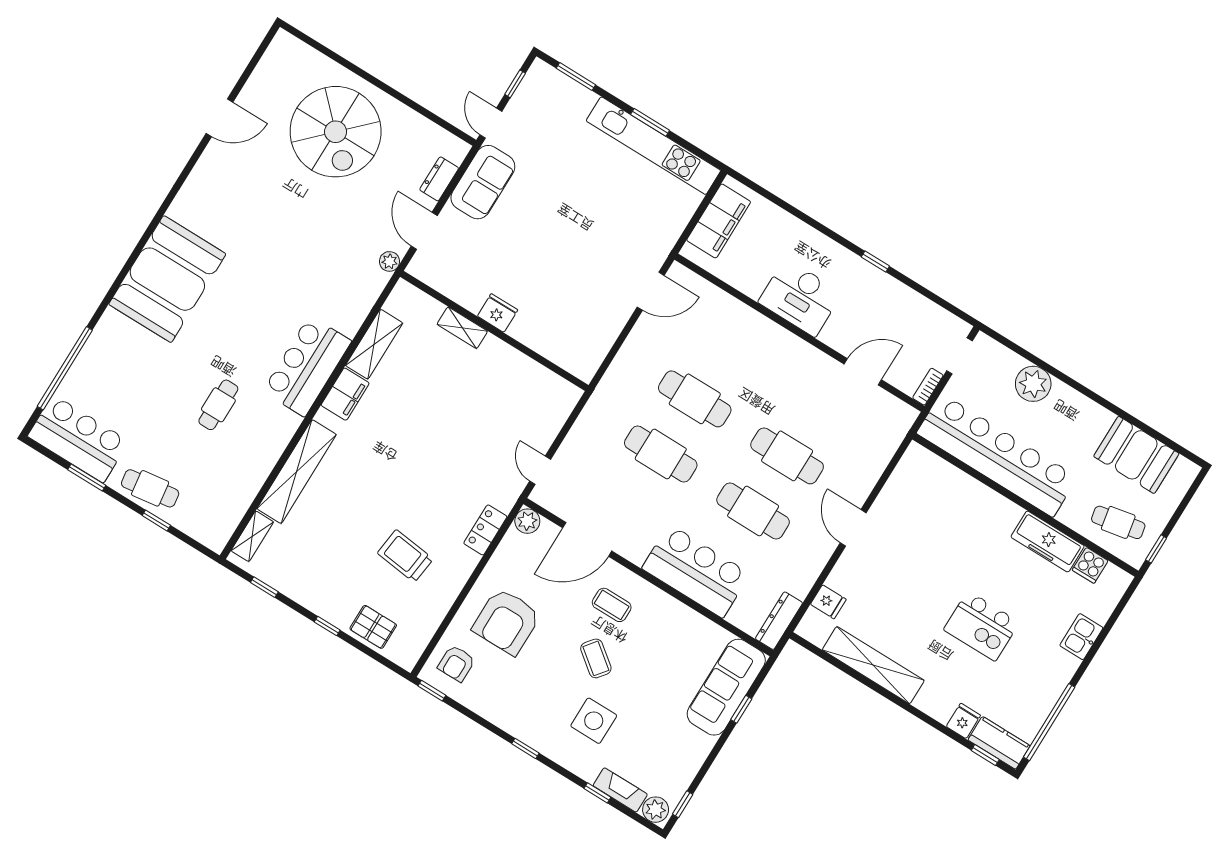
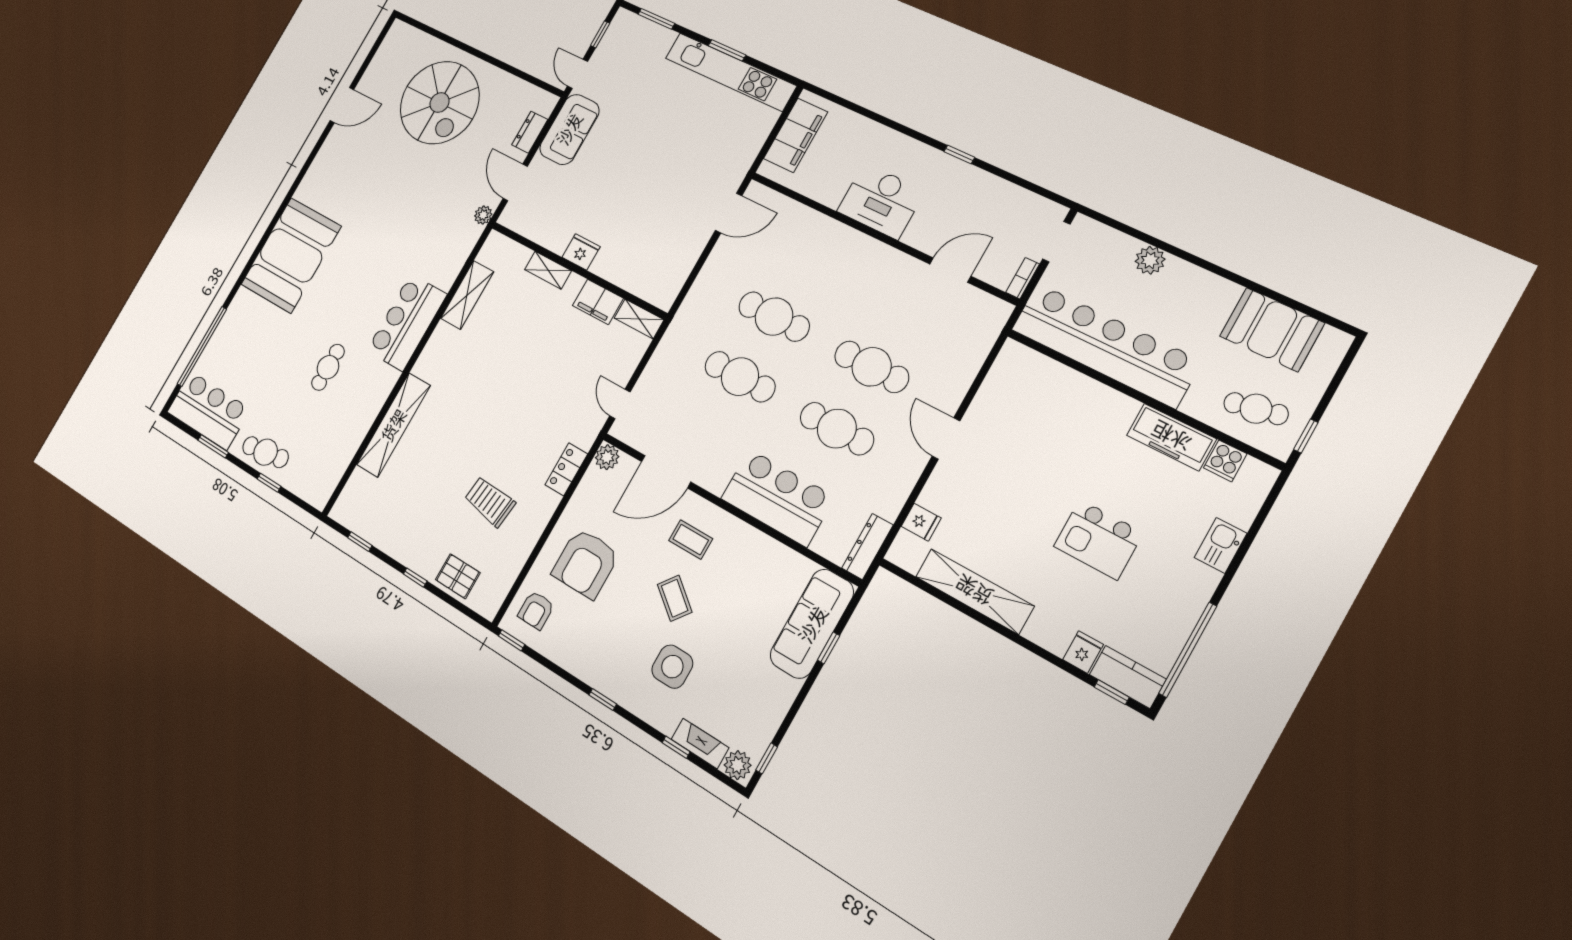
plant: (1033, 384) -> (1150, 260), width x0.73, depth x0.73
filing cabinet: (345, 394) -> (598, 302), moved, turned 90
shelving: (252, 536) -> (639, 319), moved, turned 90

